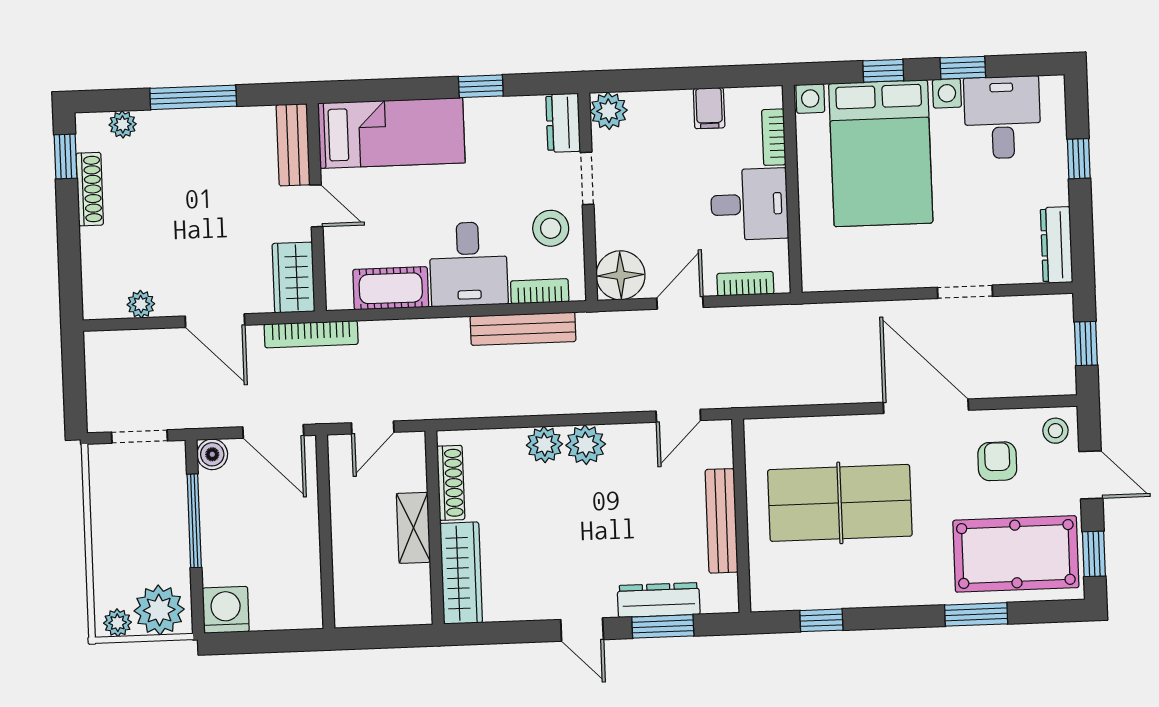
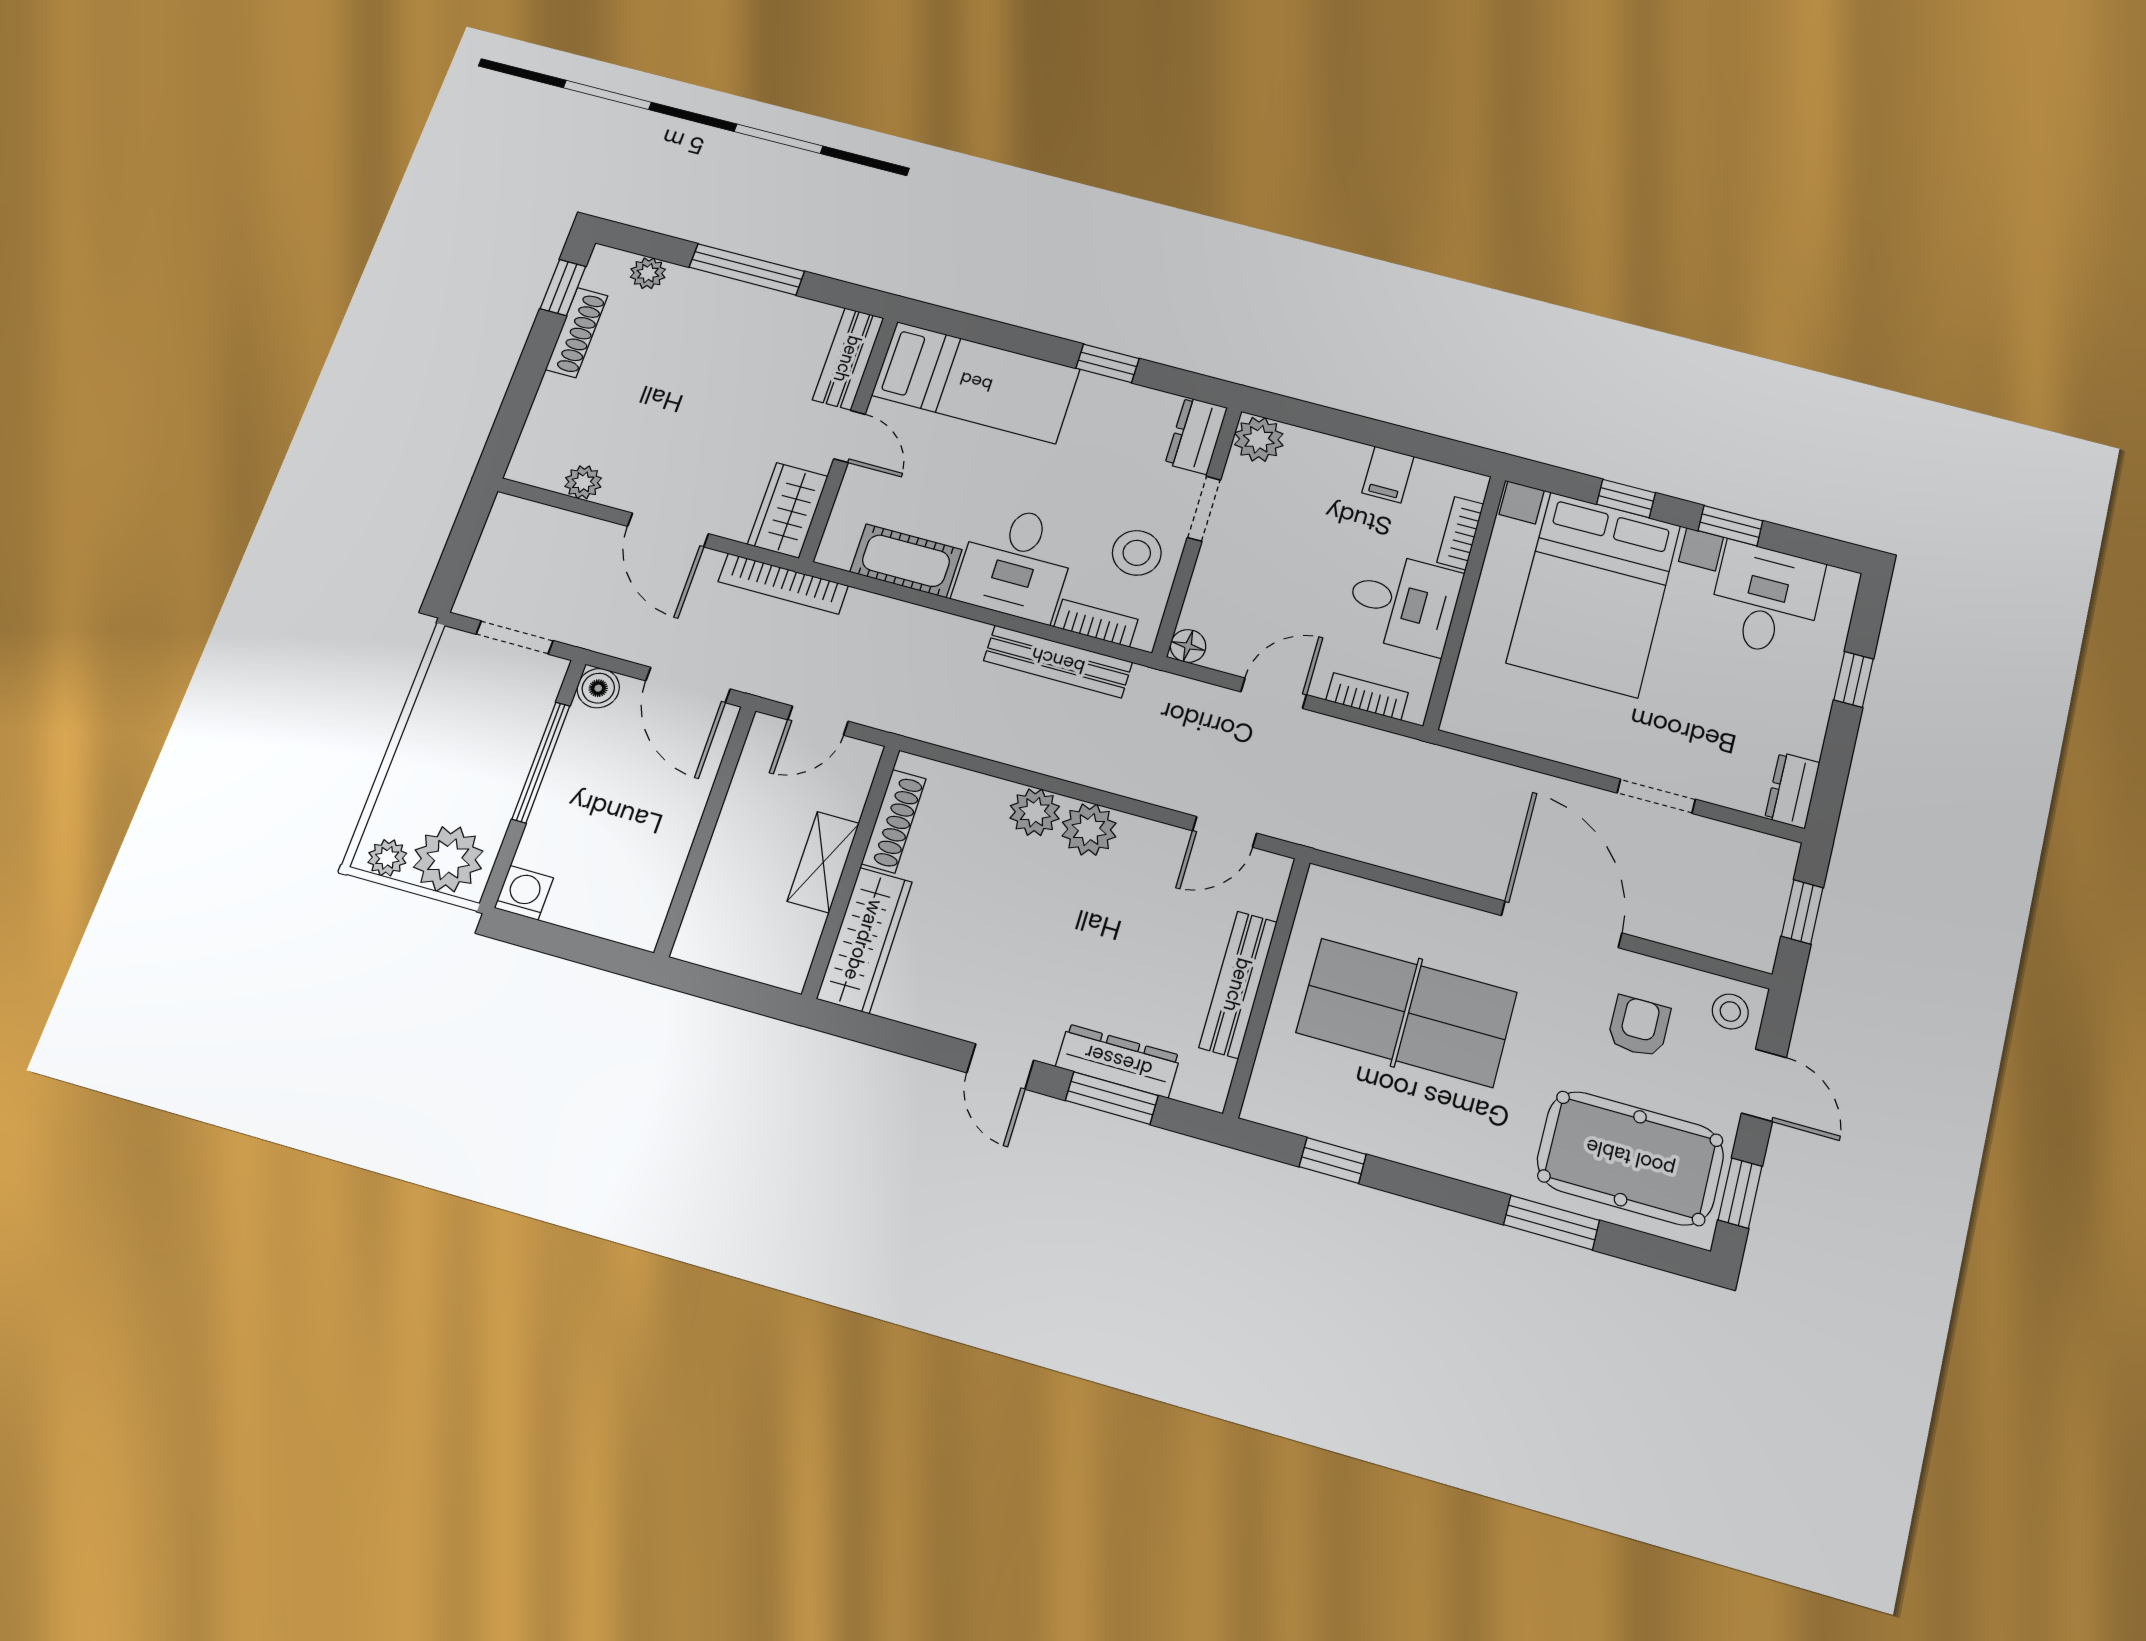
dresser: (1057, 245) -> (1792, 790), width x0.70
floor lamp: (621, 275) -> (1188, 646), width x0.53, depth x0.53
washing machine: (226, 610) -> (524, 893), width x0.73, depth x0.73

